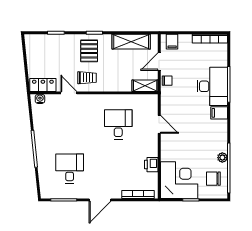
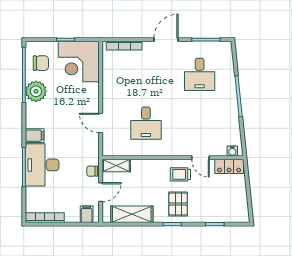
plant: (222, 158) -> (36, 91), width x1.87, depth x1.87
printer: (151, 165) -> (110, 79), removed

